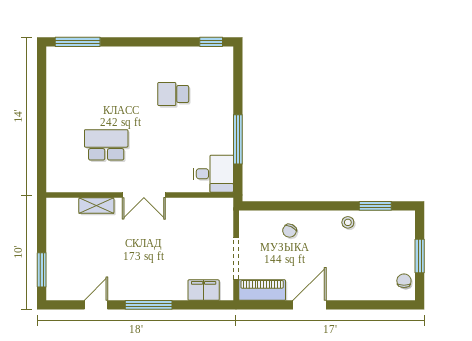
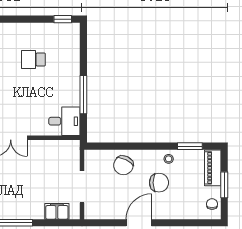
chair: (290, 231) -> (123, 165), width x1.87, depth x1.87
chair: (335, 253) -> (159, 183), added
piano: (262, 290) -> (213, 168), moved, turned -90

